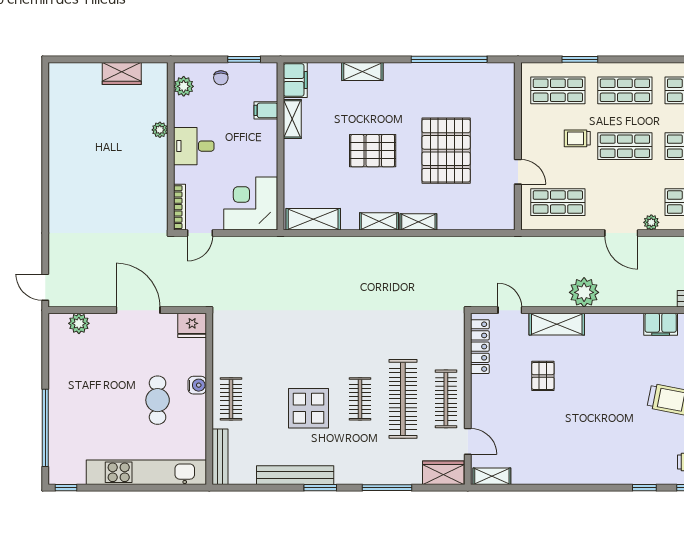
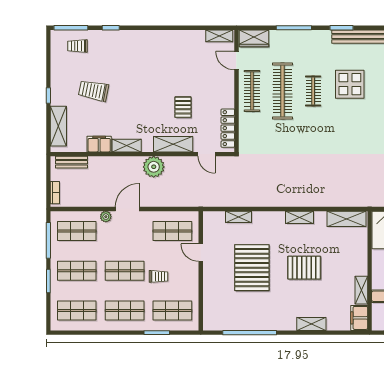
shelving: (418, 222) -> (238, 217), moved
door: (621, 233) -> (127, 209), hinge flipped
shelving: (622, 322) -> (127, 146), added

